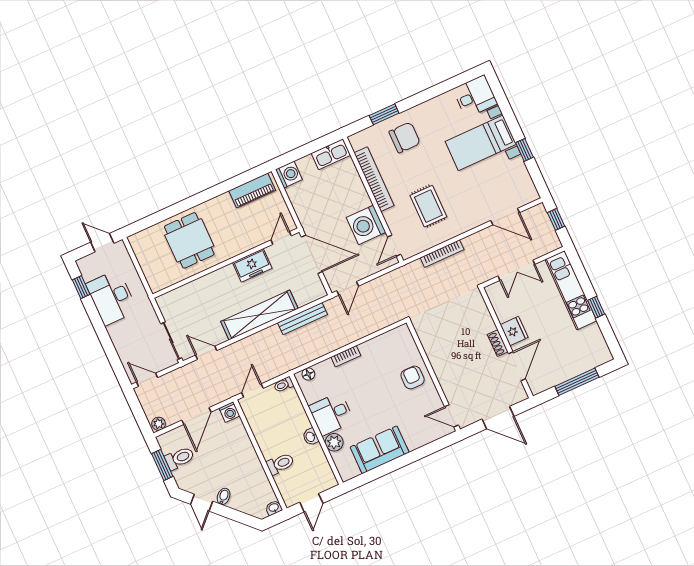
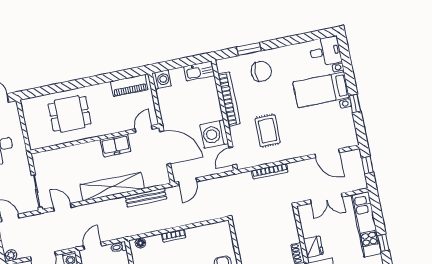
dining table: (189, 240) -> (70, 114), turned 90

